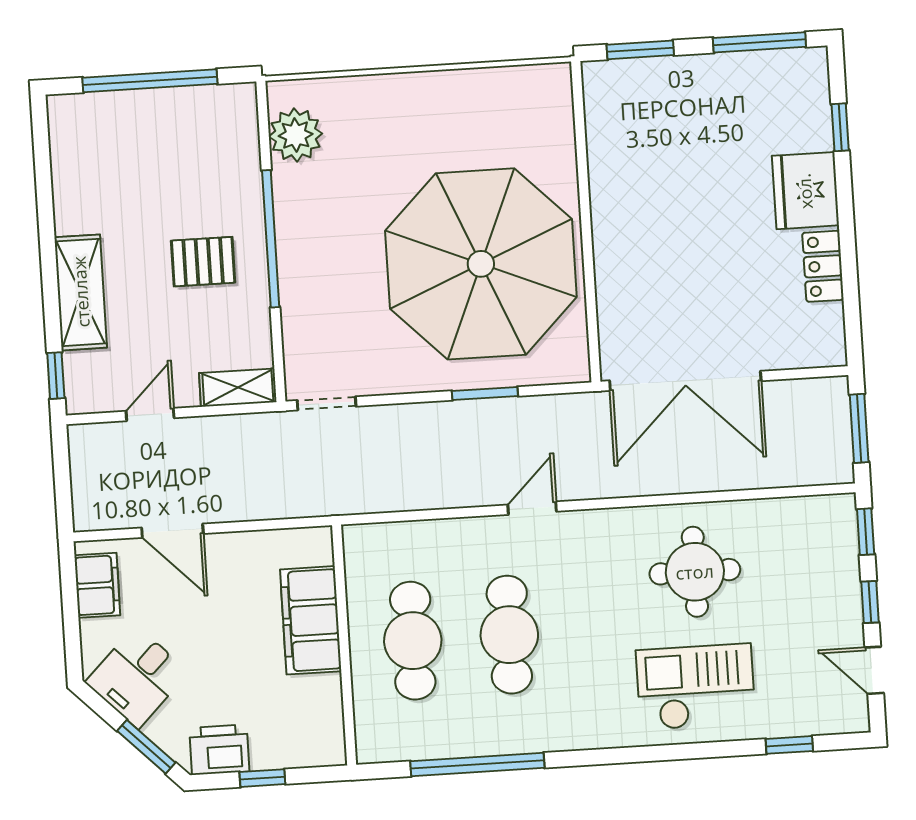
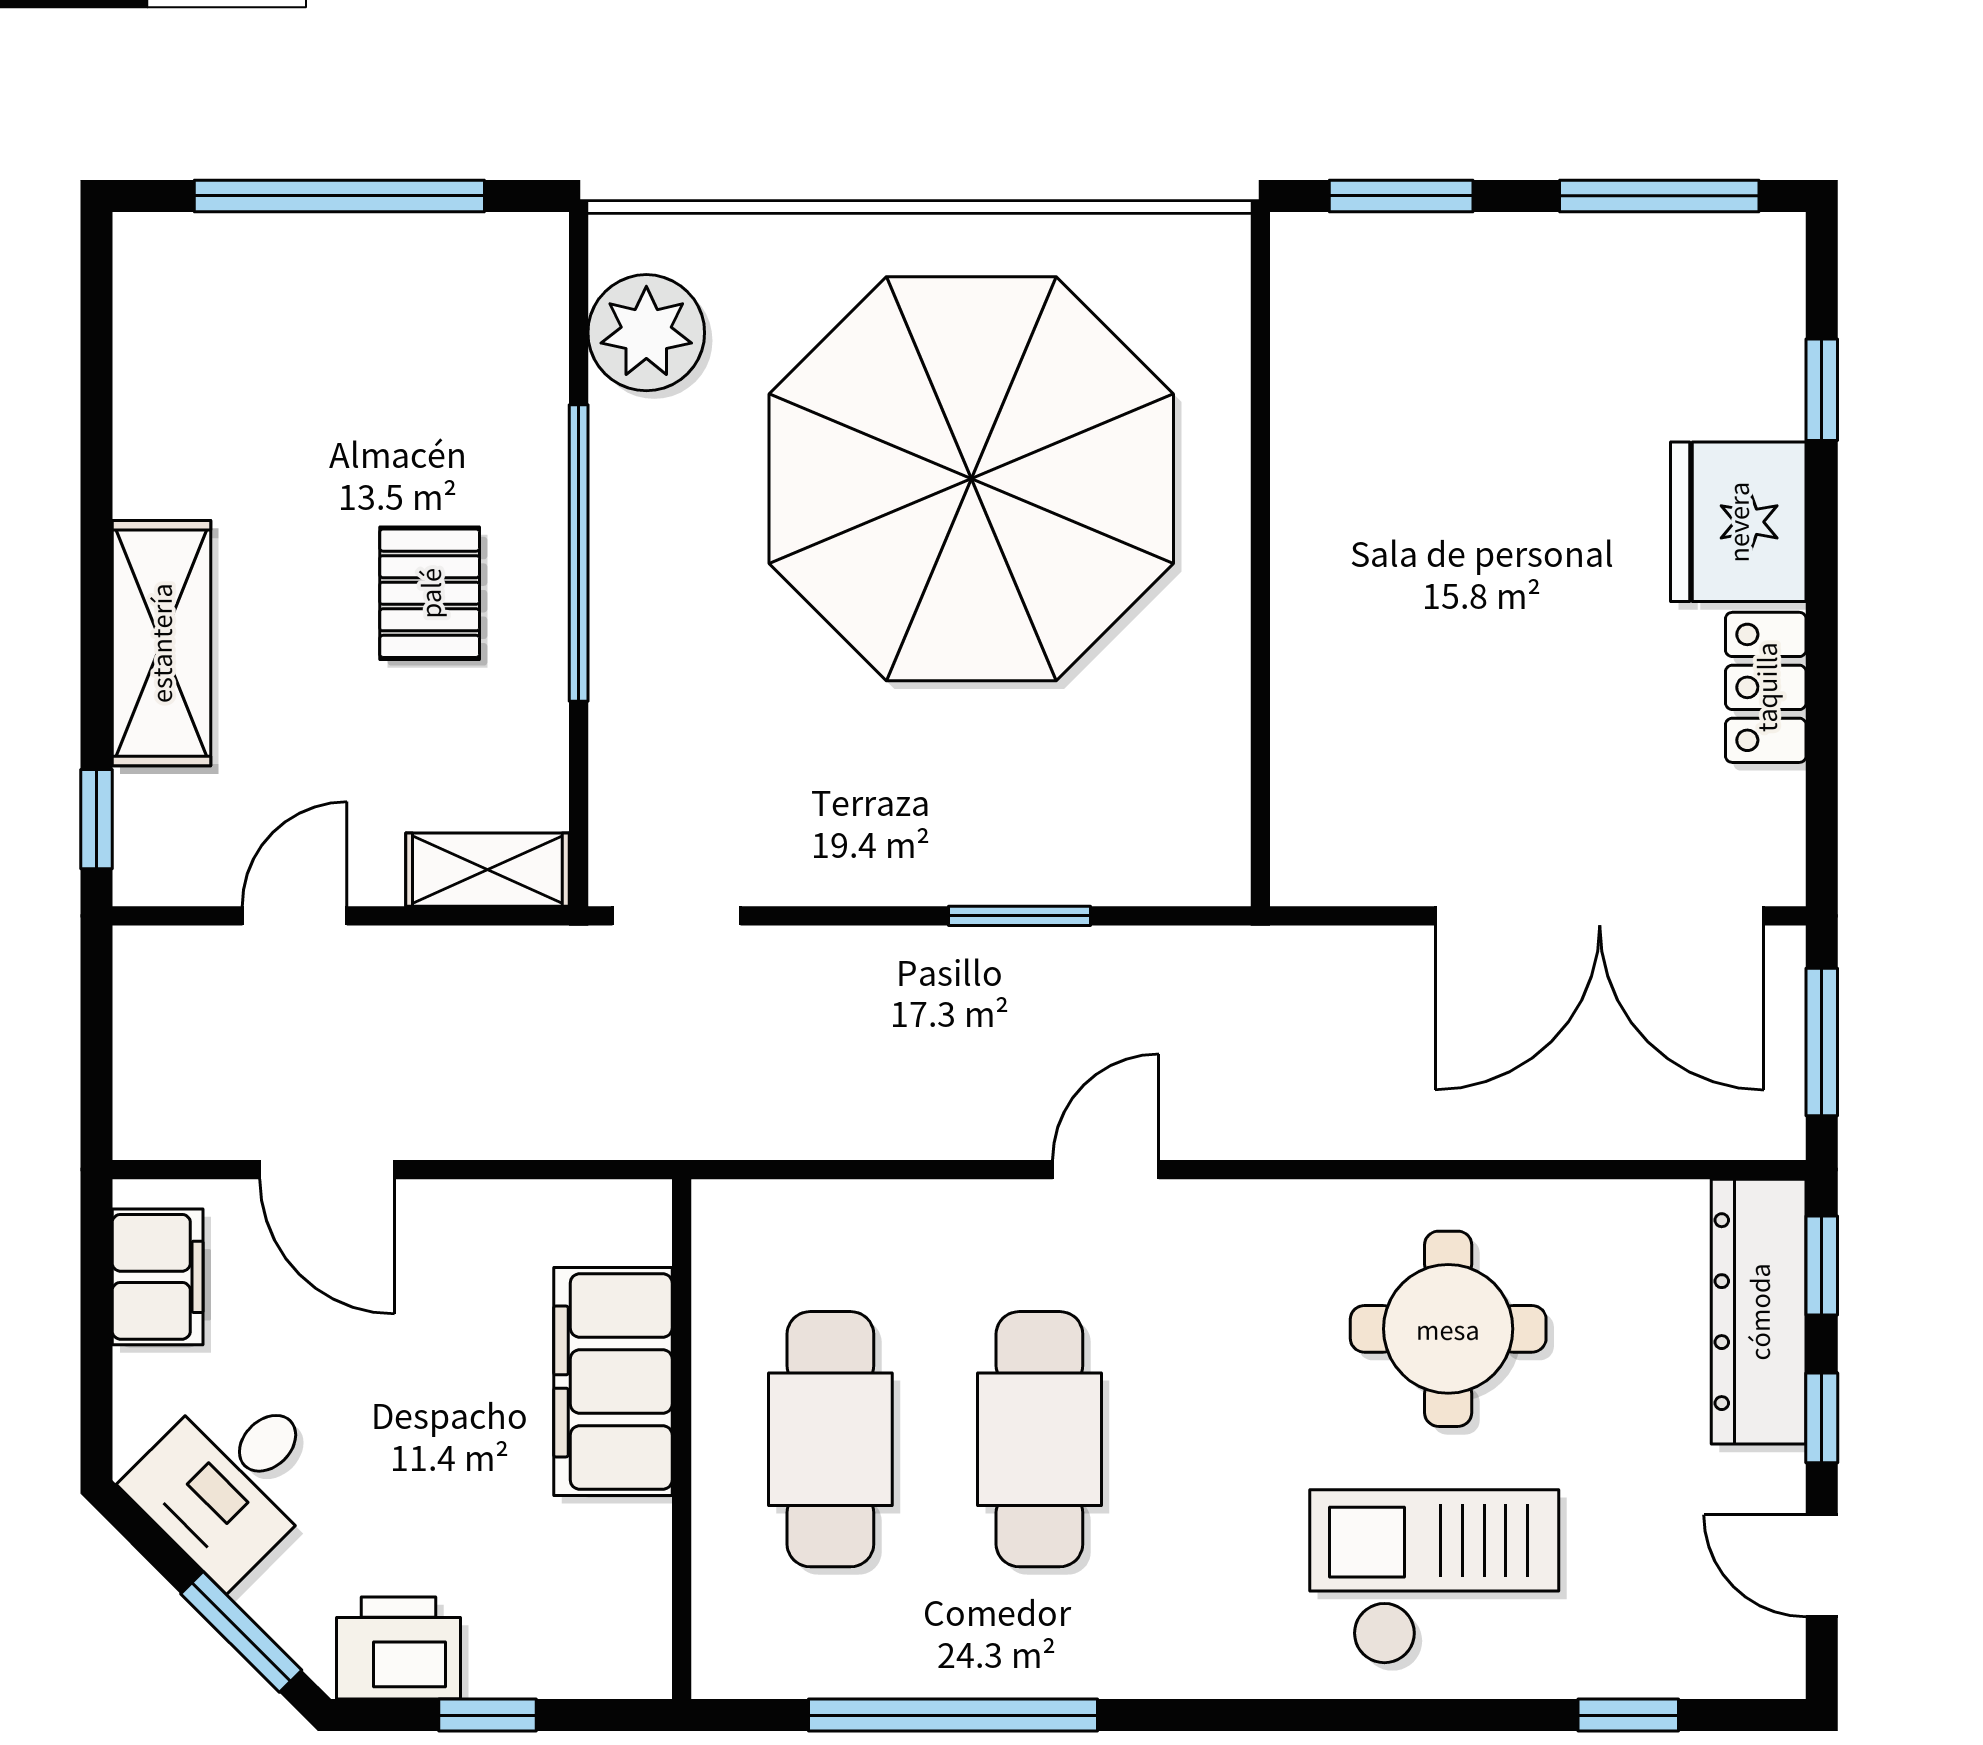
pallet: (203, 262) -> (430, 593), turned 90
parasol: (481, 264) -> (971, 479), moved
double door: (685, 381) -> (1600, 916), moved
dresser: (838, 555) -> (1759, 1312), added

